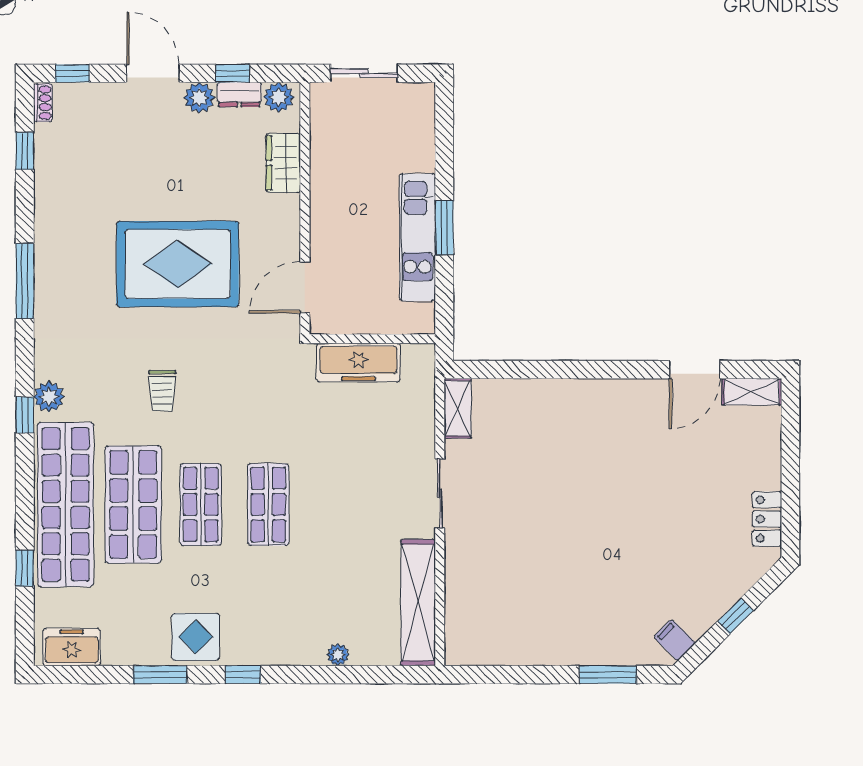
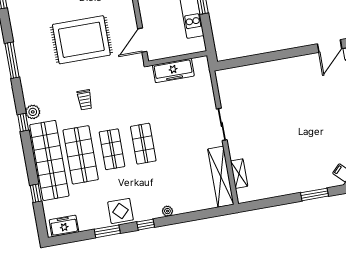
shelving: (458, 408) -> (239, 174), moved
plant: (338, 655) -> (167, 211), moved

